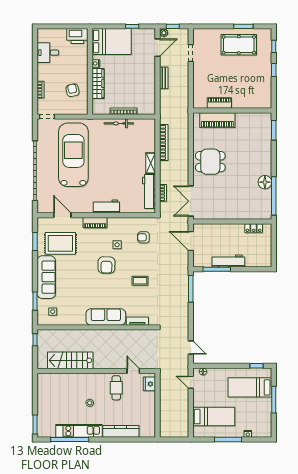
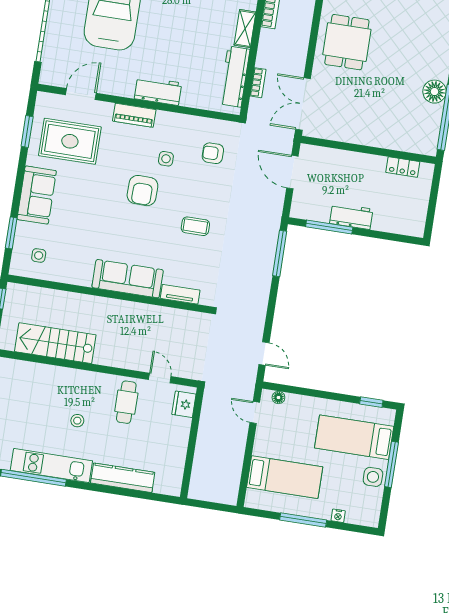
dining table: (210, 162) -> (347, 42), turned 90
door: (62, 215) -> (81, 94), hinge flipped
workbench: (228, 261) -> (351, 216), width x0.73
sofa: (46, 277) -> (37, 195), width x0.73
side table: (264, 409) -> (373, 477), added

